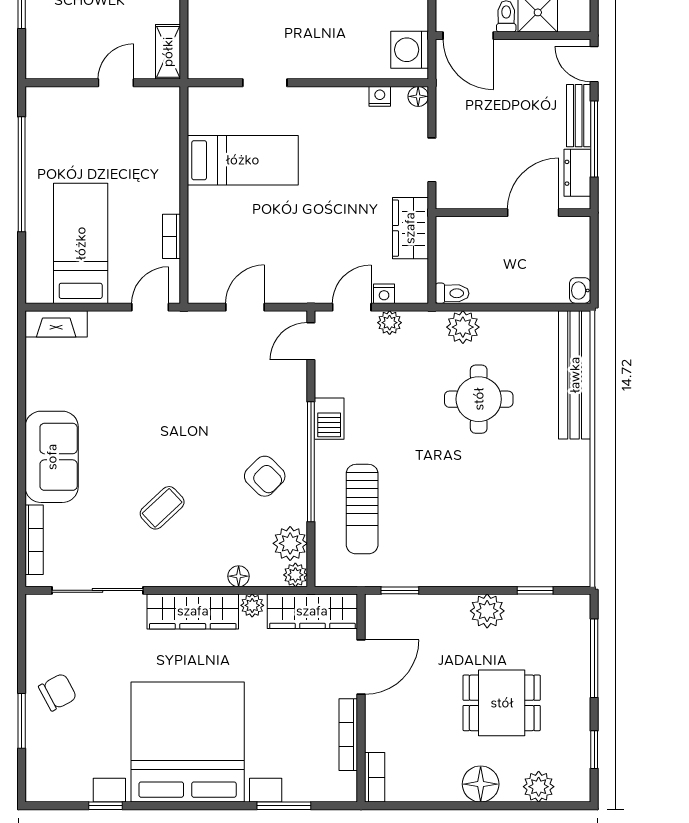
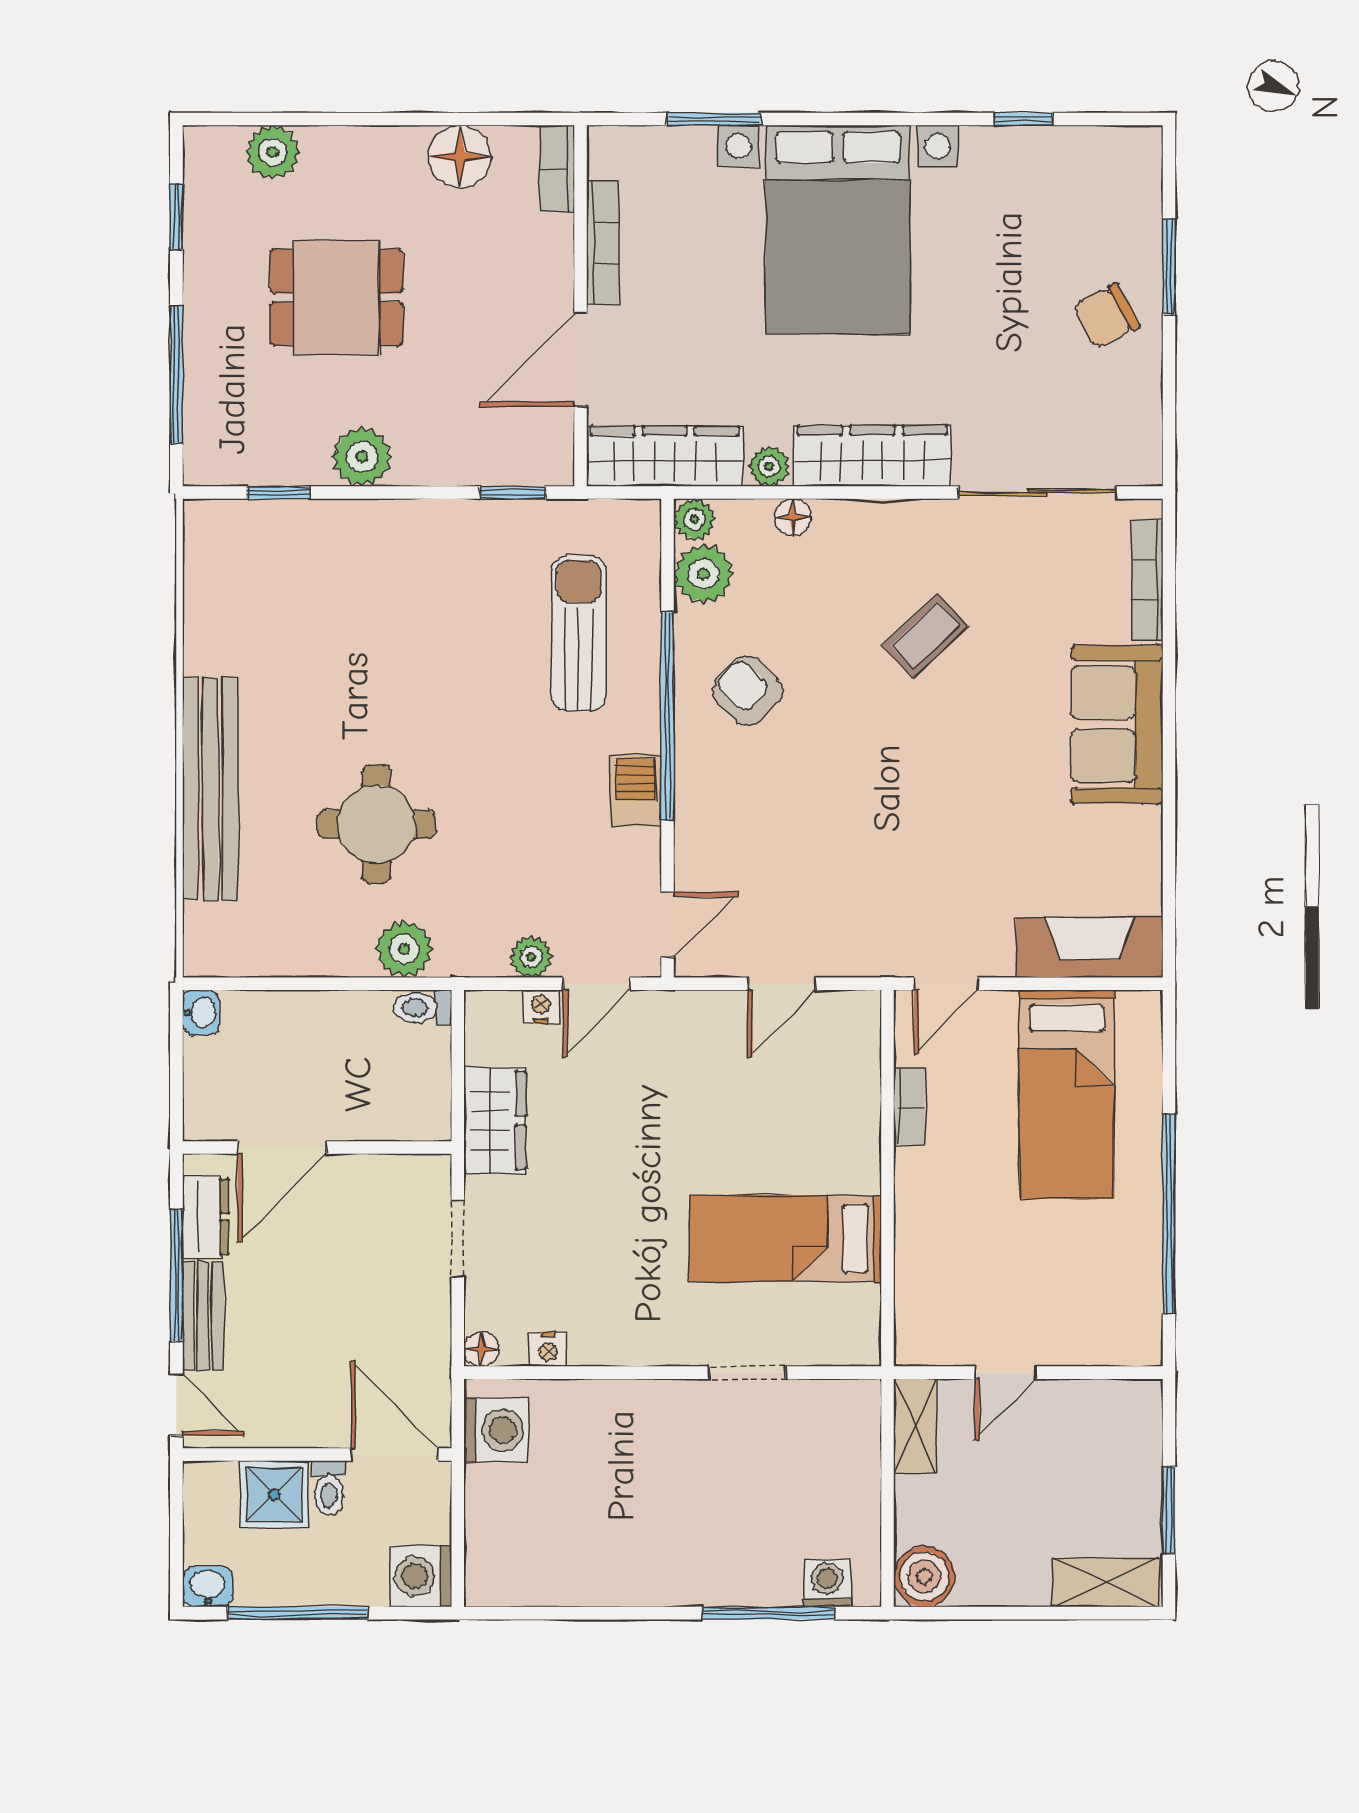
fireplace: (56, 324) -> (1089, 947), width x1.37, depth x1.32
bench: (575, 375) -> (210, 788), moved
bed with nightstands: (188, 742) -> (838, 230), width x0.73
floor lamp: (481, 784) -> (460, 157), moved

